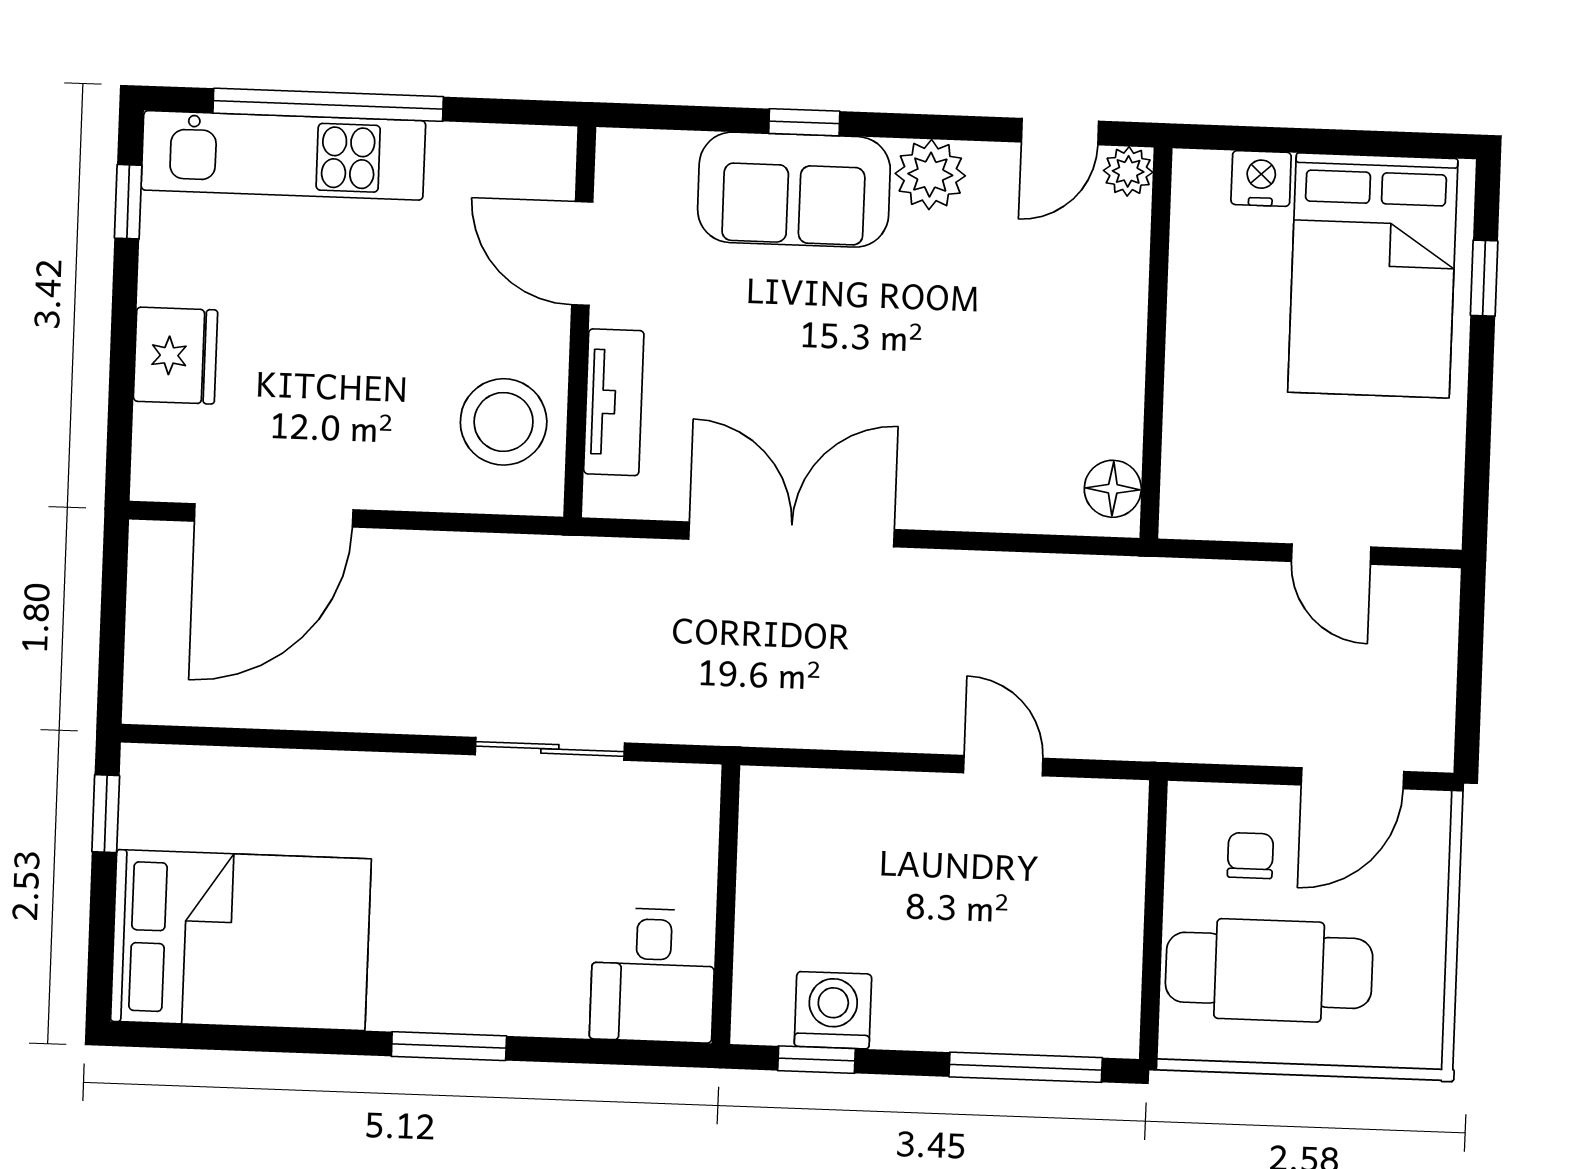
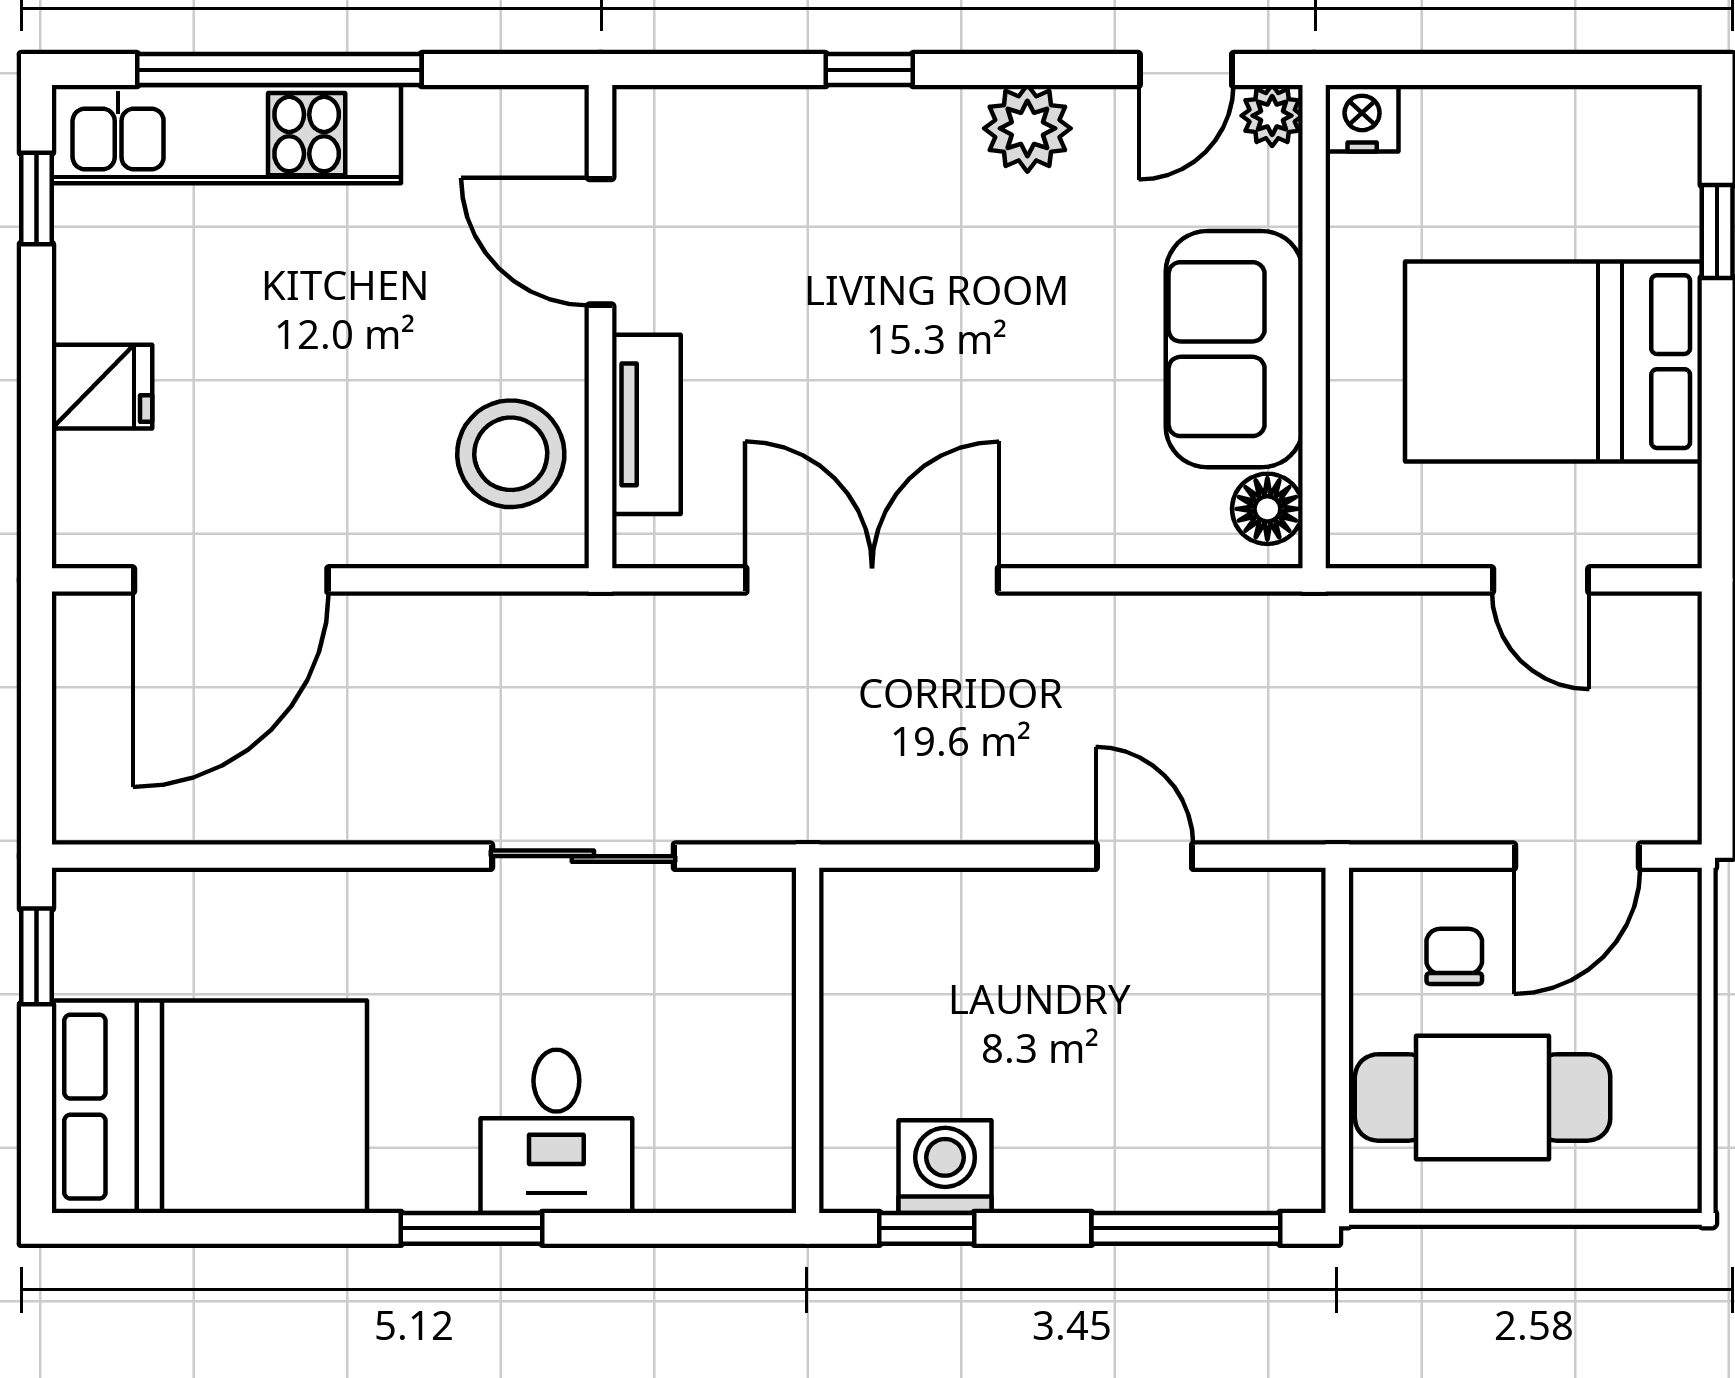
nightstand: (1261, 178) -> (1362, 118), moved
sofa: (794, 190) -> (1234, 349), moved, turned 90
bed: (1373, 275) -> (1554, 362), moved, turned 90
fridge: (175, 356) -> (102, 387), width x0.72
desk: (653, 975) -> (556, 1131), moved

